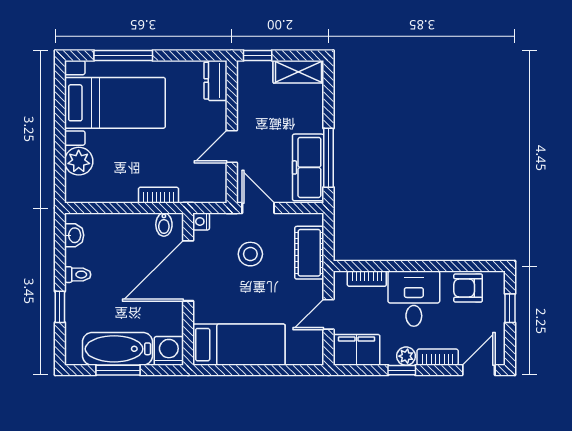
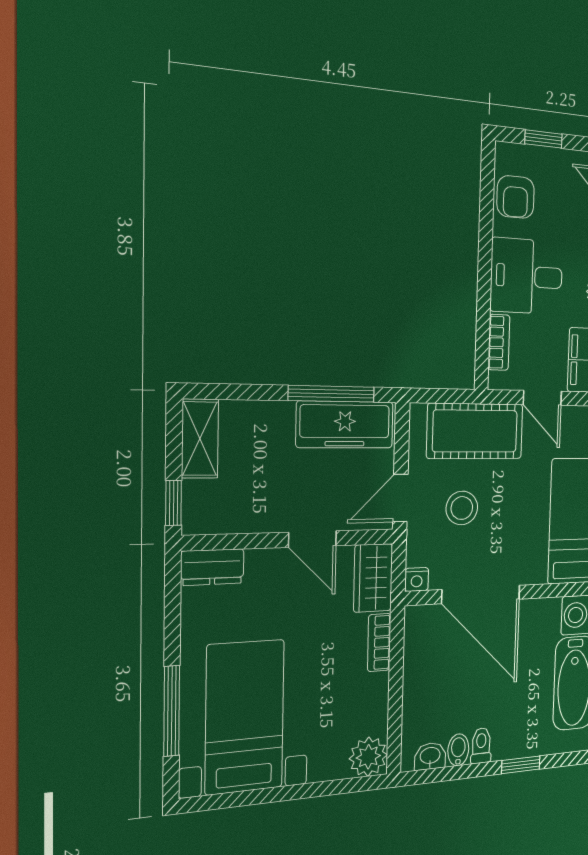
plant: (79, 161) -> (368, 757), moved
wardrobe: (204, 190) -> (373, 578), added
bidet: (164, 225) -> (458, 750), moved, turned -90
cot: (309, 253) -> (475, 431), width x1.37, depth x1.34

